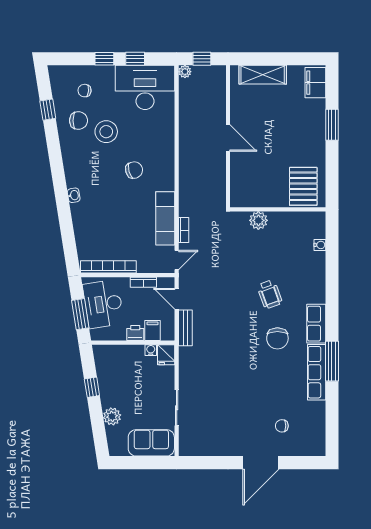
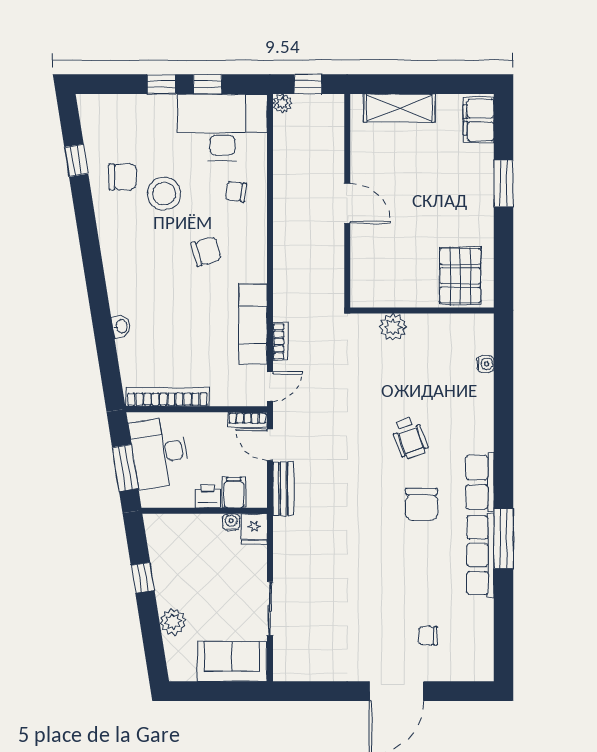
chair: (85, 91) -> (236, 192), moved
washbasin: (74, 195) -> (121, 326), moved
bookcase: (143, 282) -> (248, 420), moved

